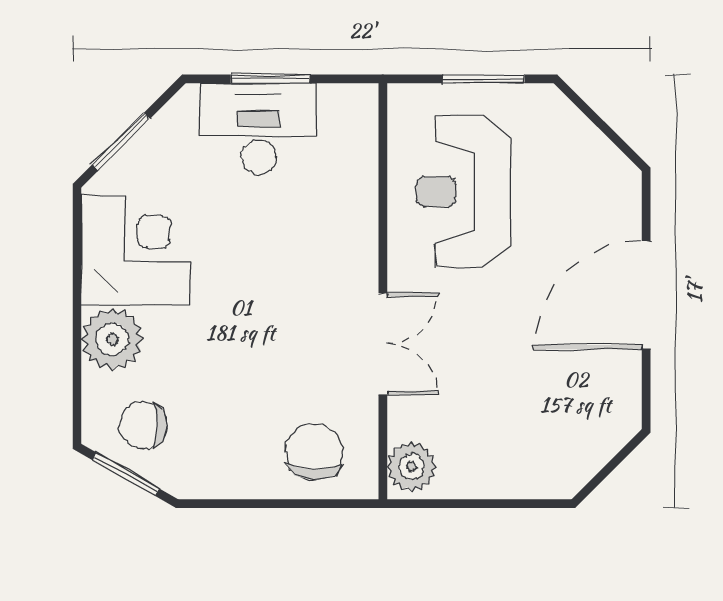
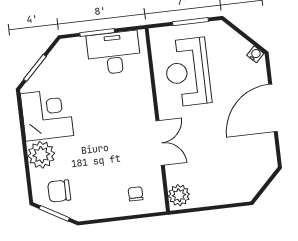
desk: (259, 129) -> (114, 53), moved
water cooler: (621, 169) -> (255, 54), added
chair: (314, 452) -> (136, 194), width x0.54, depth x0.54

